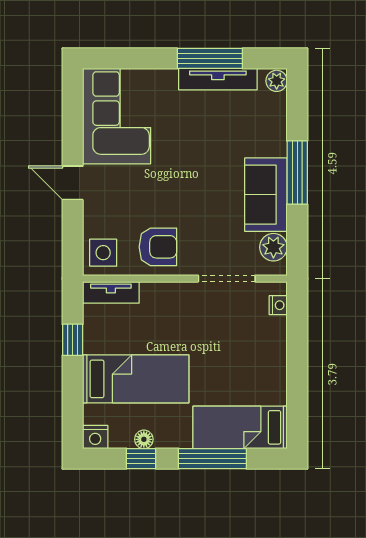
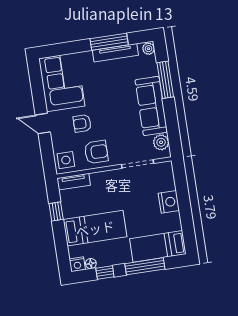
window: (297, 173) -> (165, 80), moved
armchair: (141, 193) -> (82, 123), added
sofa: (266, 195) -> (151, 106), width x1.36
nightstand: (278, 305) -> (169, 202), moved, width x1.89, depth x1.79
floor lamp: (144, 439) -> (91, 264), moved

